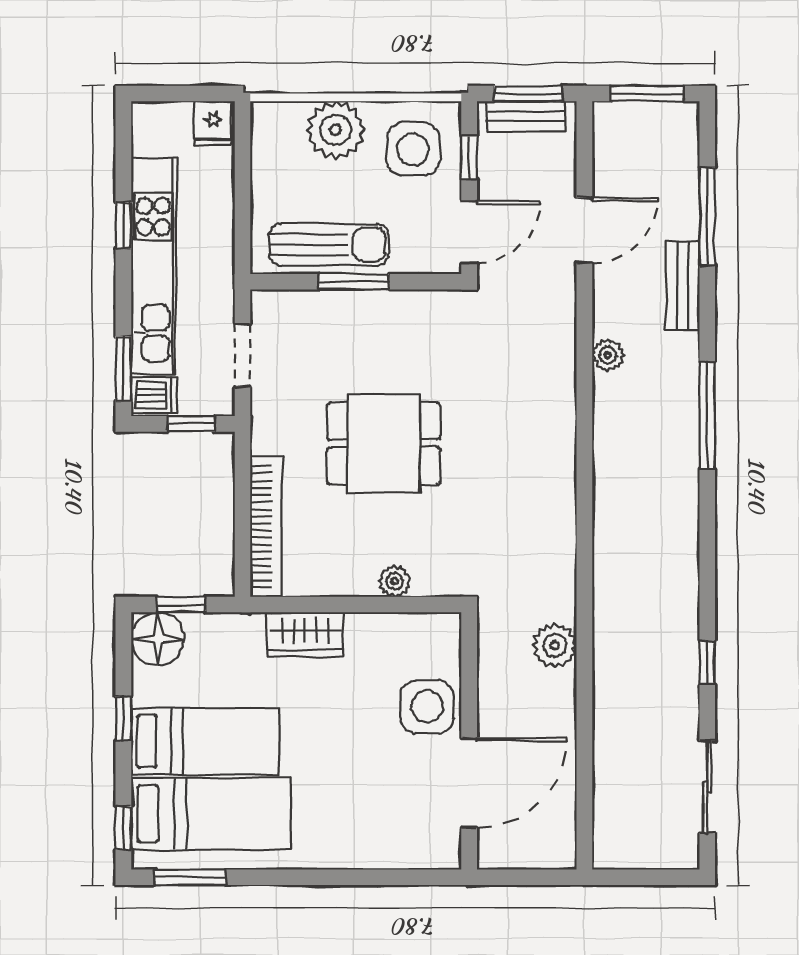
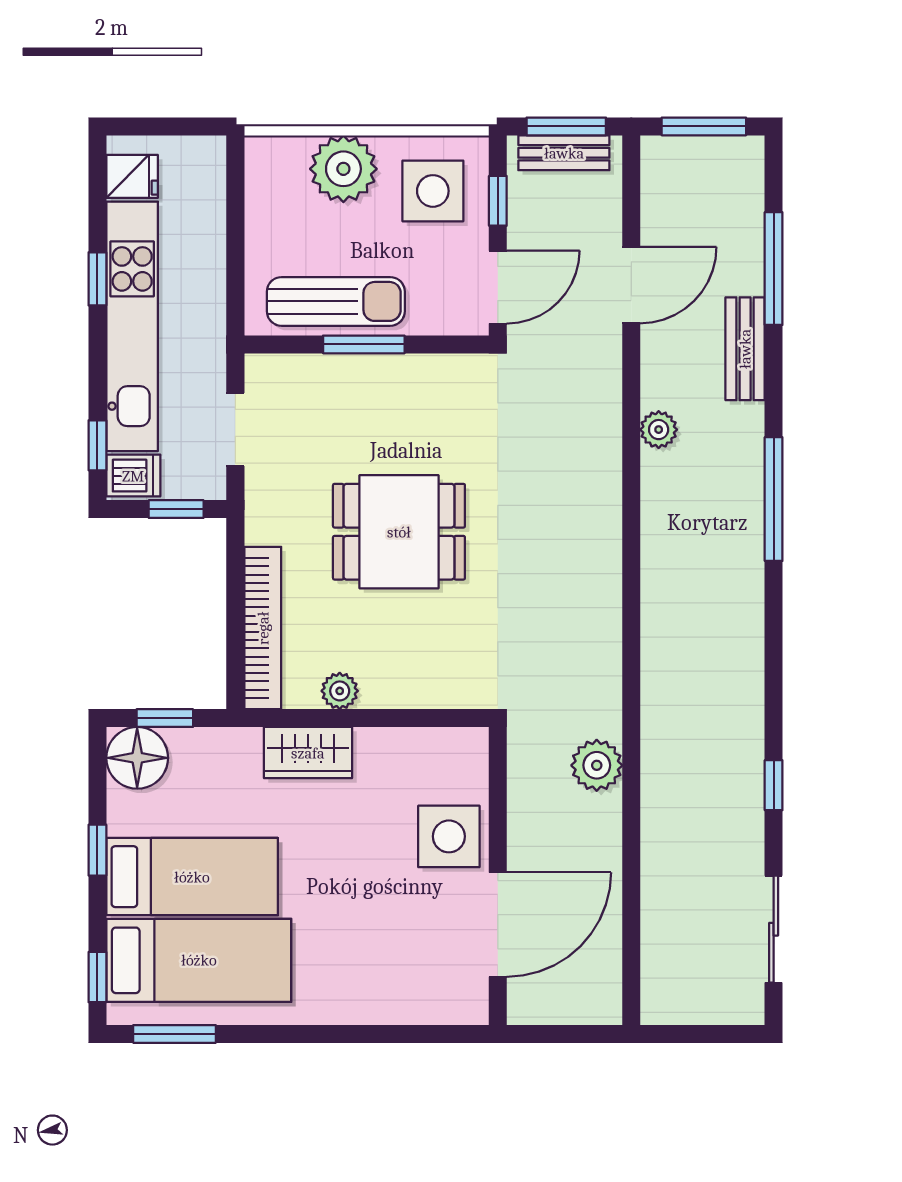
fridge: (213, 123) -> (132, 176), moved, turned -90
window: (123, 369) -> (97, 445), width x0.67
plant: (395, 581) -> (340, 691), moved

